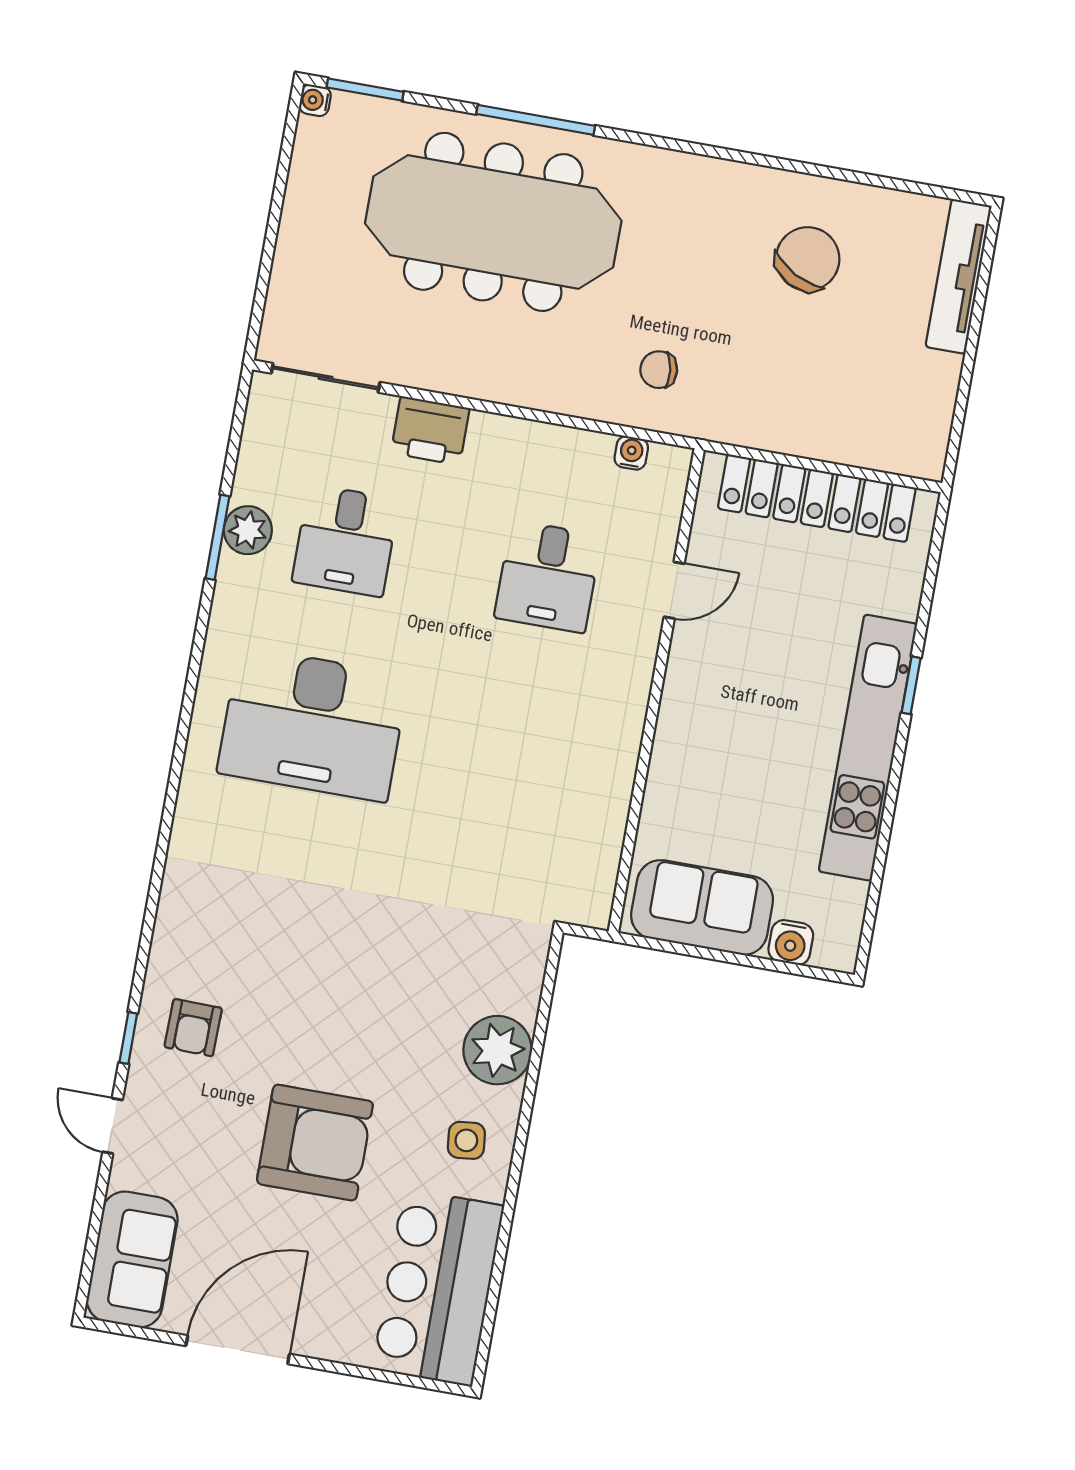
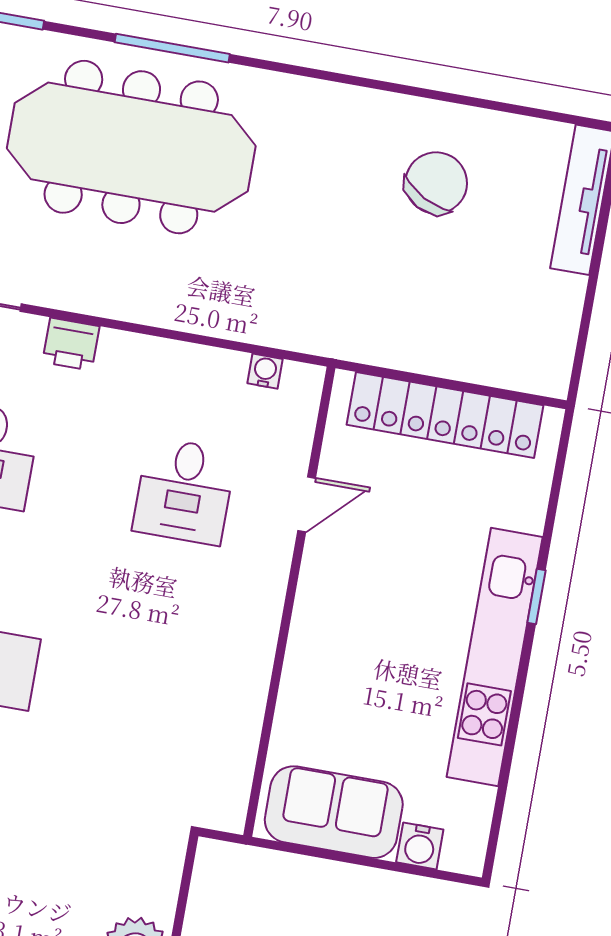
chair: (659, 370) -> (292, 290), removed
printer: (430, 431) -> (71, 344), width x0.73, depth x0.81

